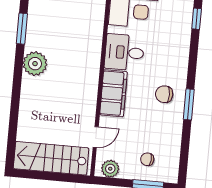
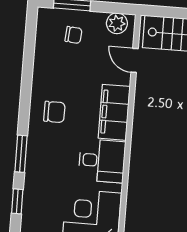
window: (189, 104) -> (21, 154), moved
door: (96, 137) -> (135, 60), hinge flipped

